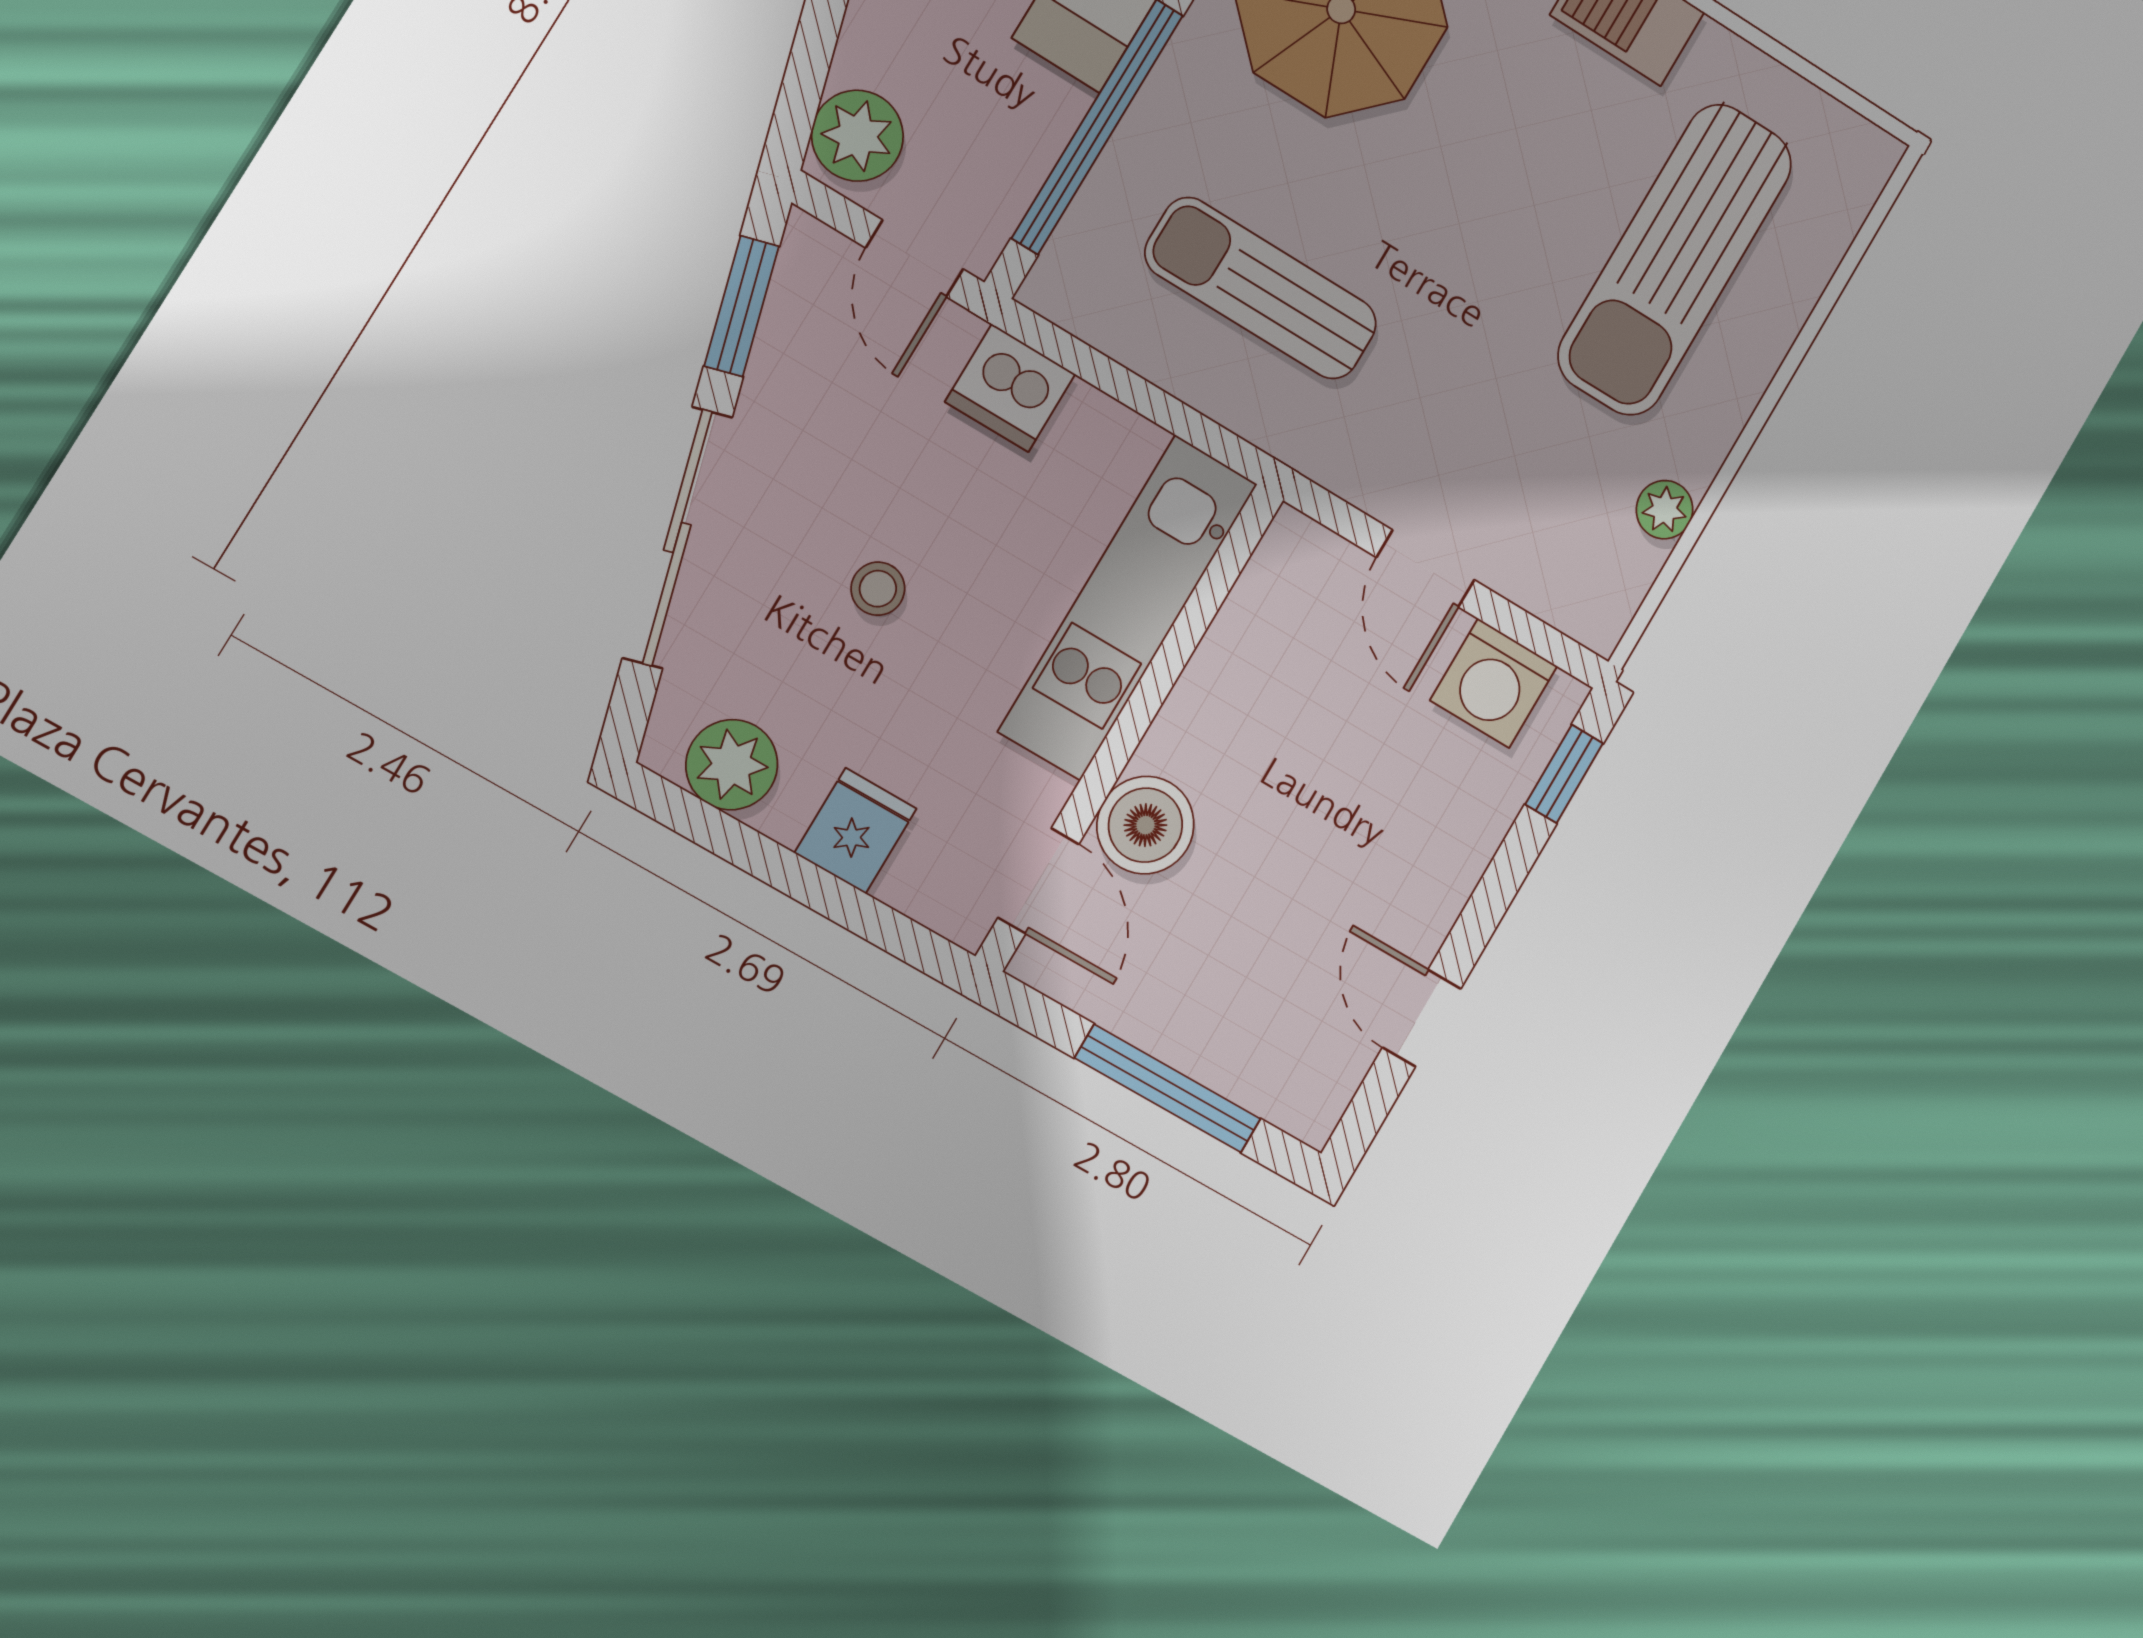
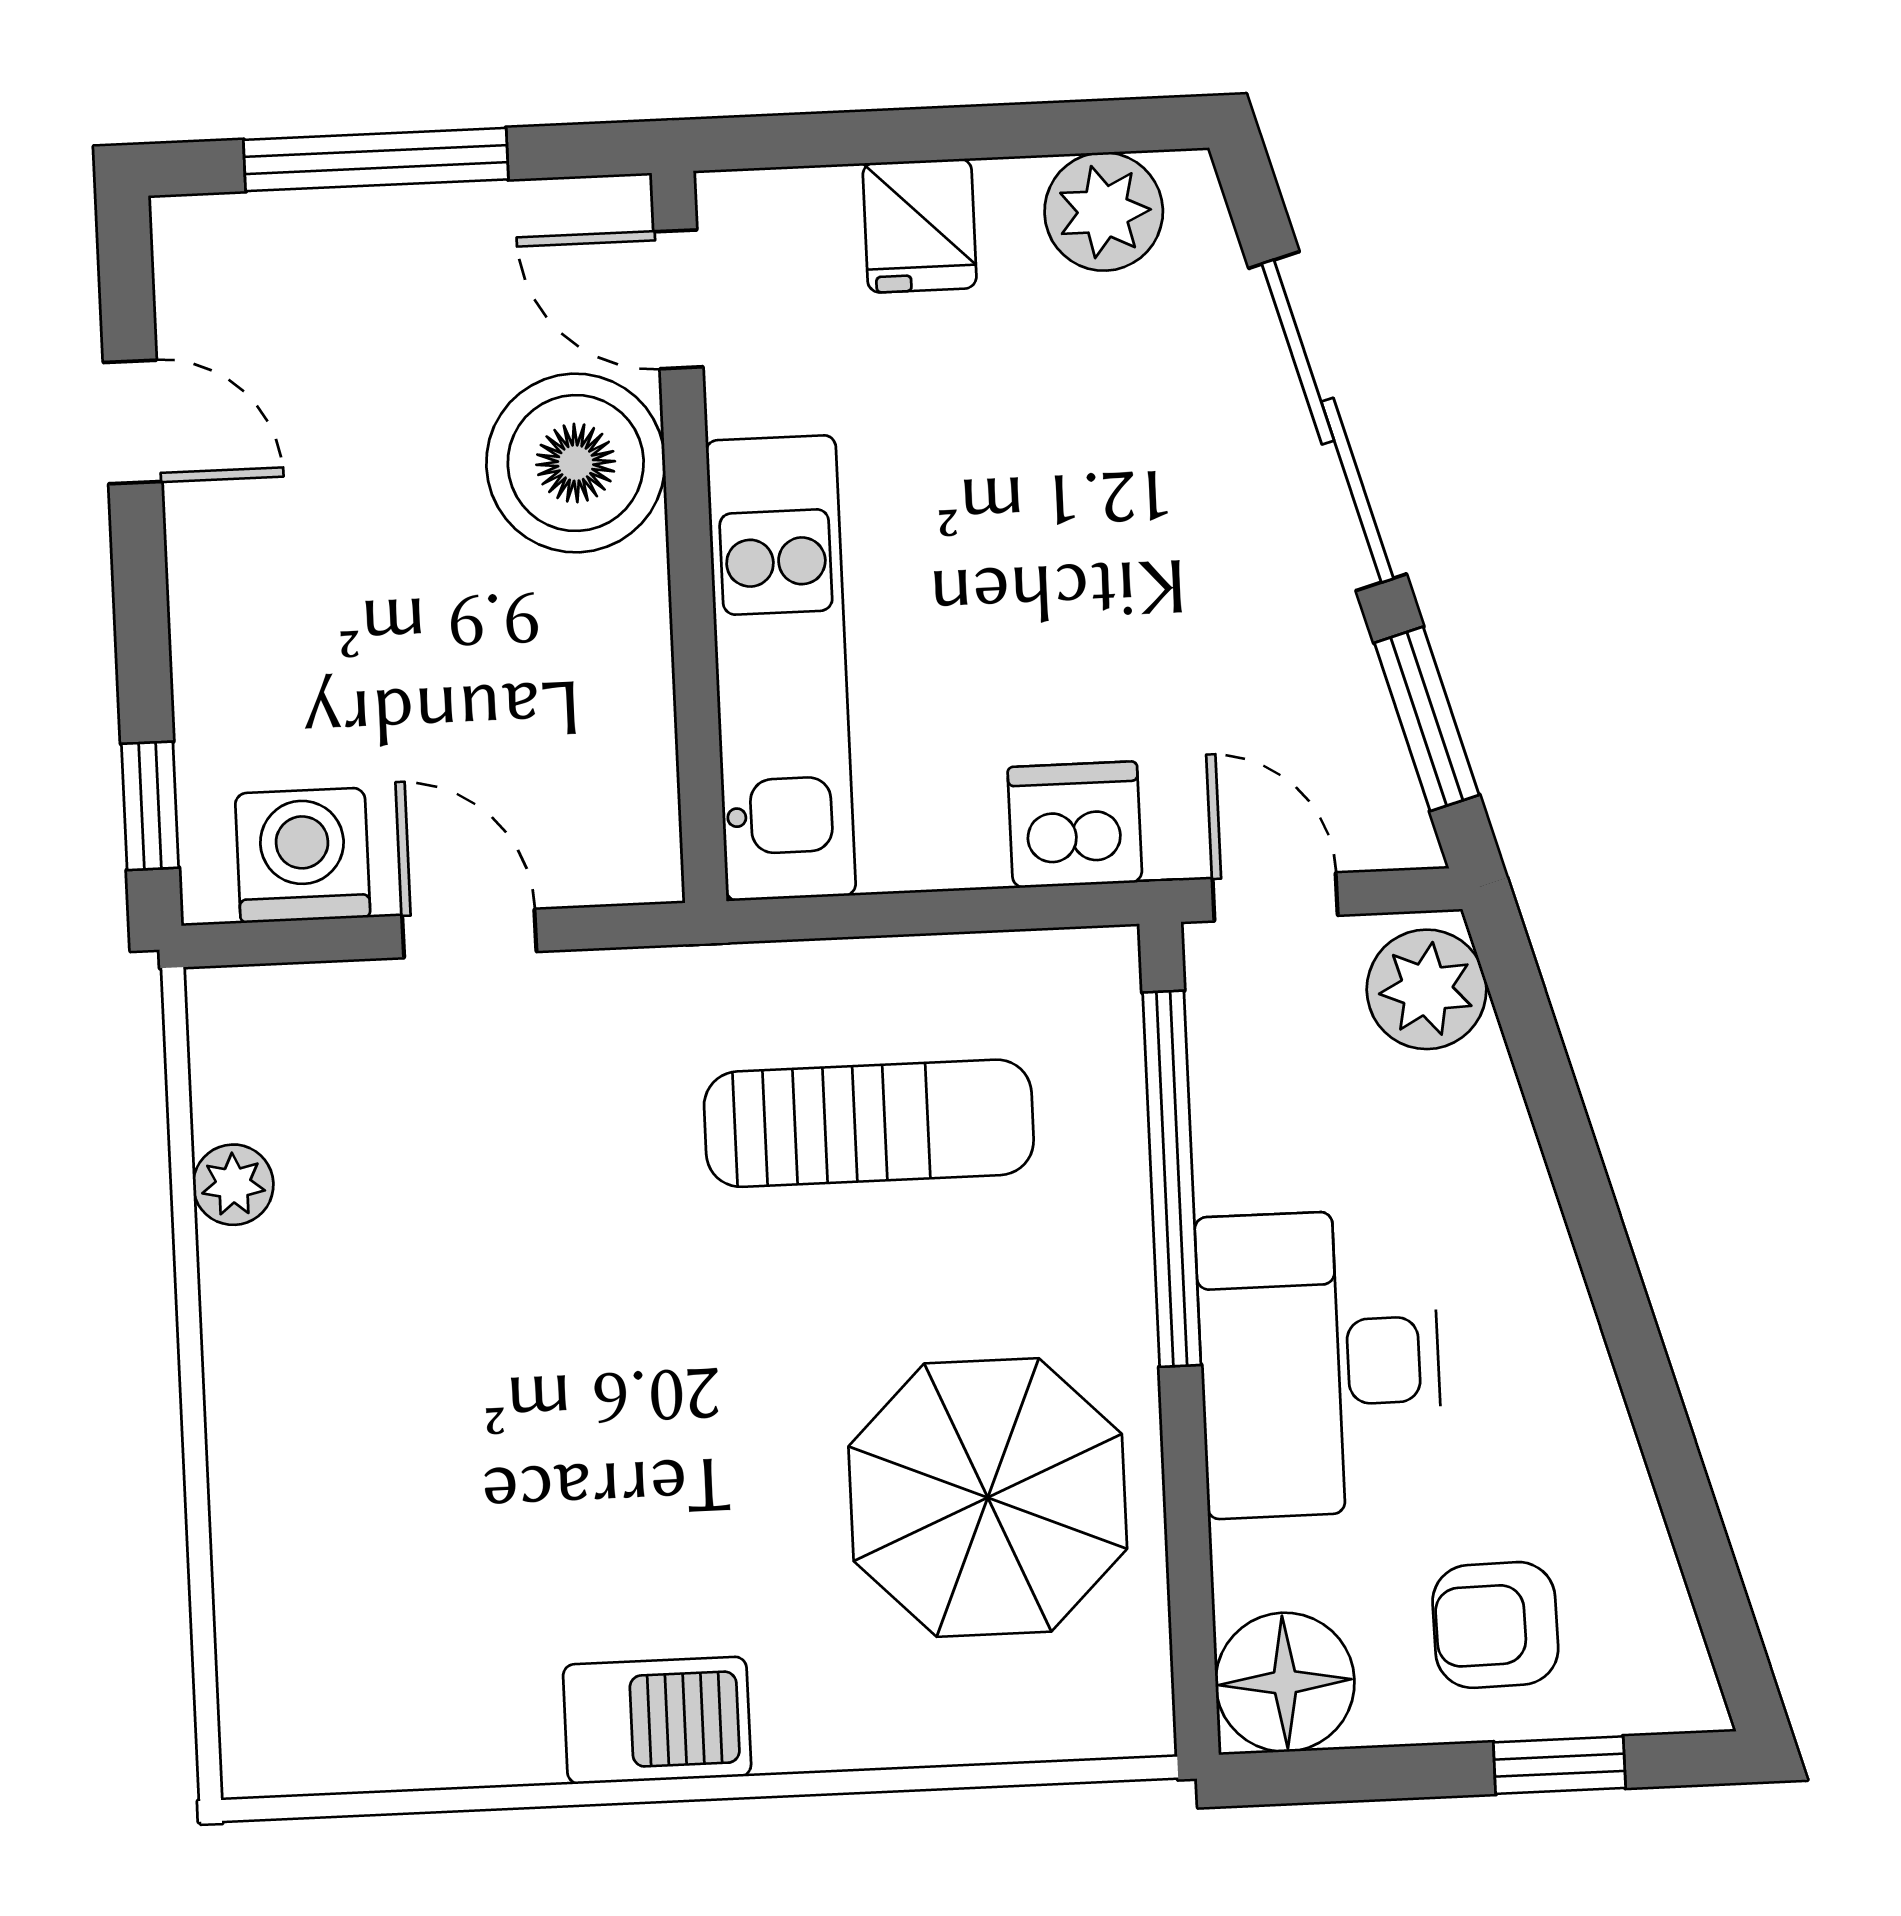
sun lounger: (1675, 260) -> (413, 1479), removed
stool: (878, 589) -> (1073, 507), removed
boiler: (1145, 825) -> (576, 463), width x1.37, depth x1.37

